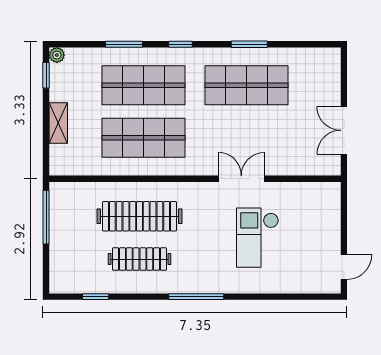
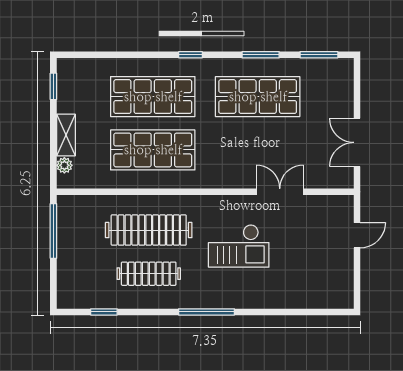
window: (124, 44) -> (319, 55), moved
plant: (57, 55) -> (64, 165), moved
double door: (241, 179) -> (280, 192), moved
checkout: (258, 238) -> (239, 246), moved, turned -90
door: (344, 267) -> (357, 235), moved

